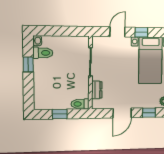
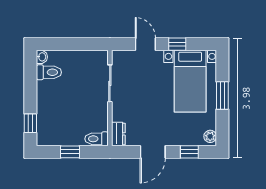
door: (117, 32) -> (145, 44), hinge flipped
window: (28, 64) -> (30, 123), moved
dresser: (97, 90) -> (118, 134), moved

